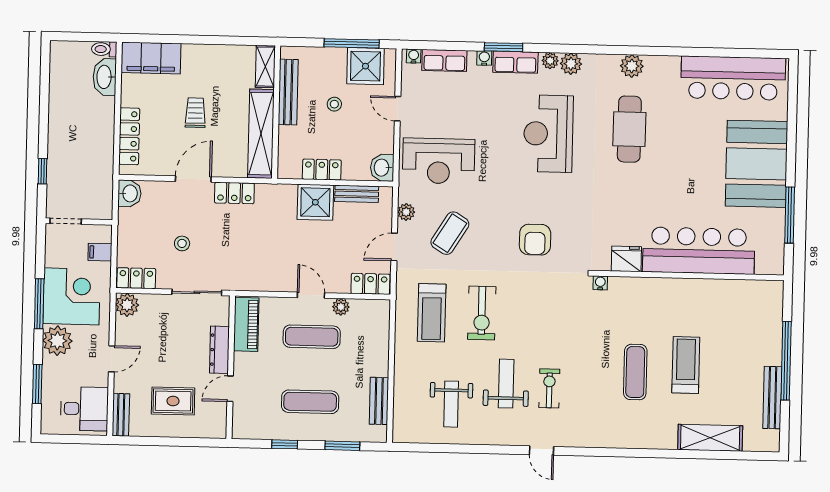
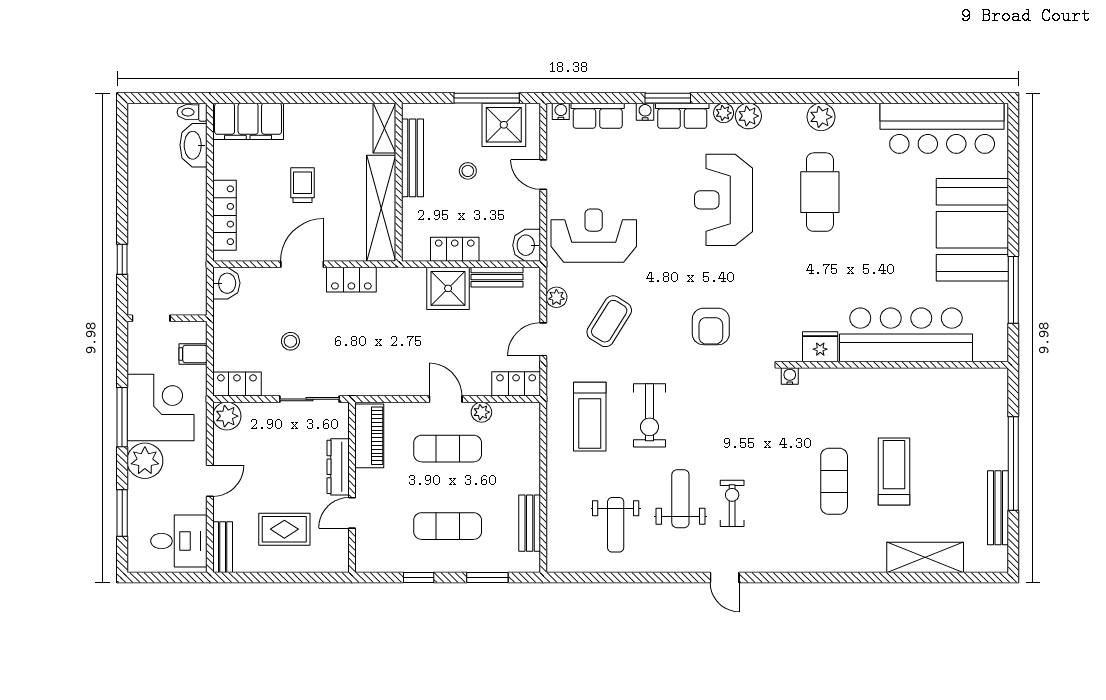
reception desk: (439, 161) -> (594, 236), turned 180

